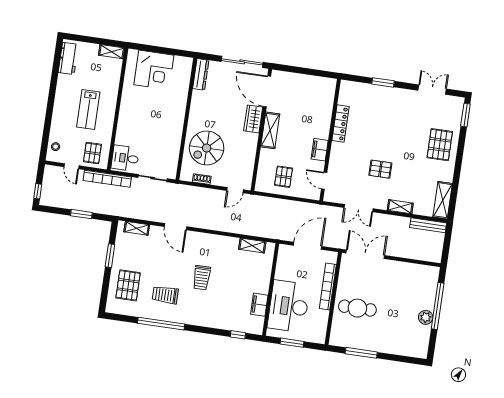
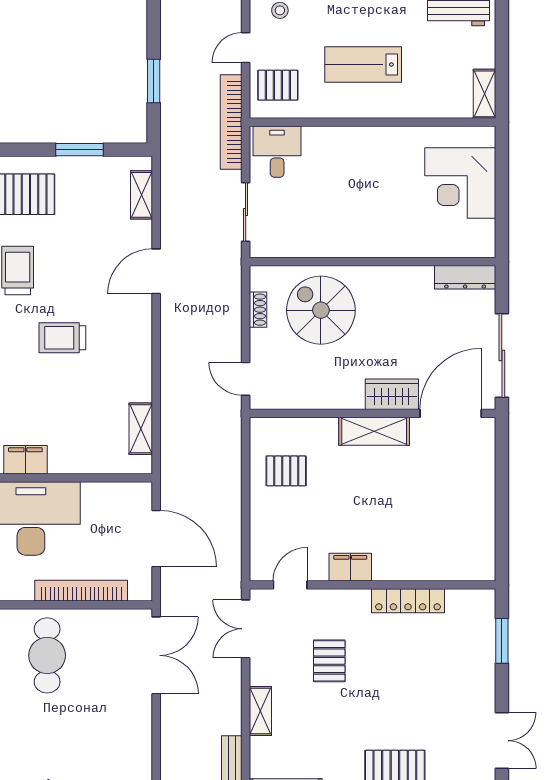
locker: (340, 124) -> (408, 601), moved
wall: (330, 140) -> (372, 585), moved
filing cabinet: (320, 150) -> (350, 567), moved
door: (324, 181) -> (290, 585), moved

